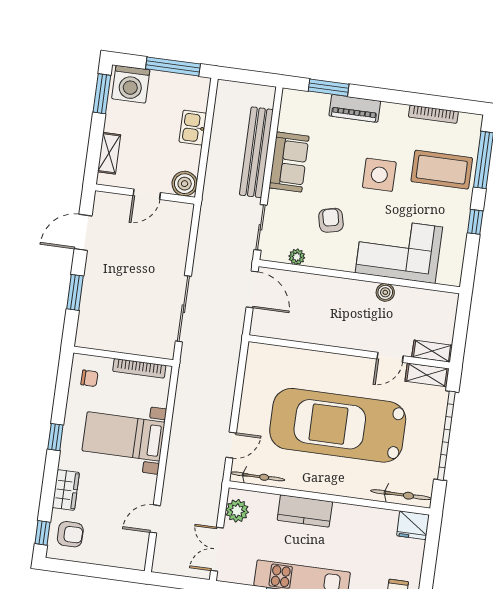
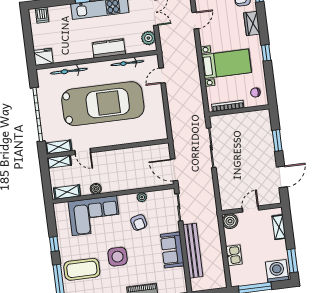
plant: (297, 257) -> (142, 197), moved
shelving: (433, 299) -> (67, 192), added
door: (390, 357) -> (83, 152), swing flipped
bicycle: (258, 476) -> (127, 63), moved
bicycle: (401, 495) -> (69, 71), moved

